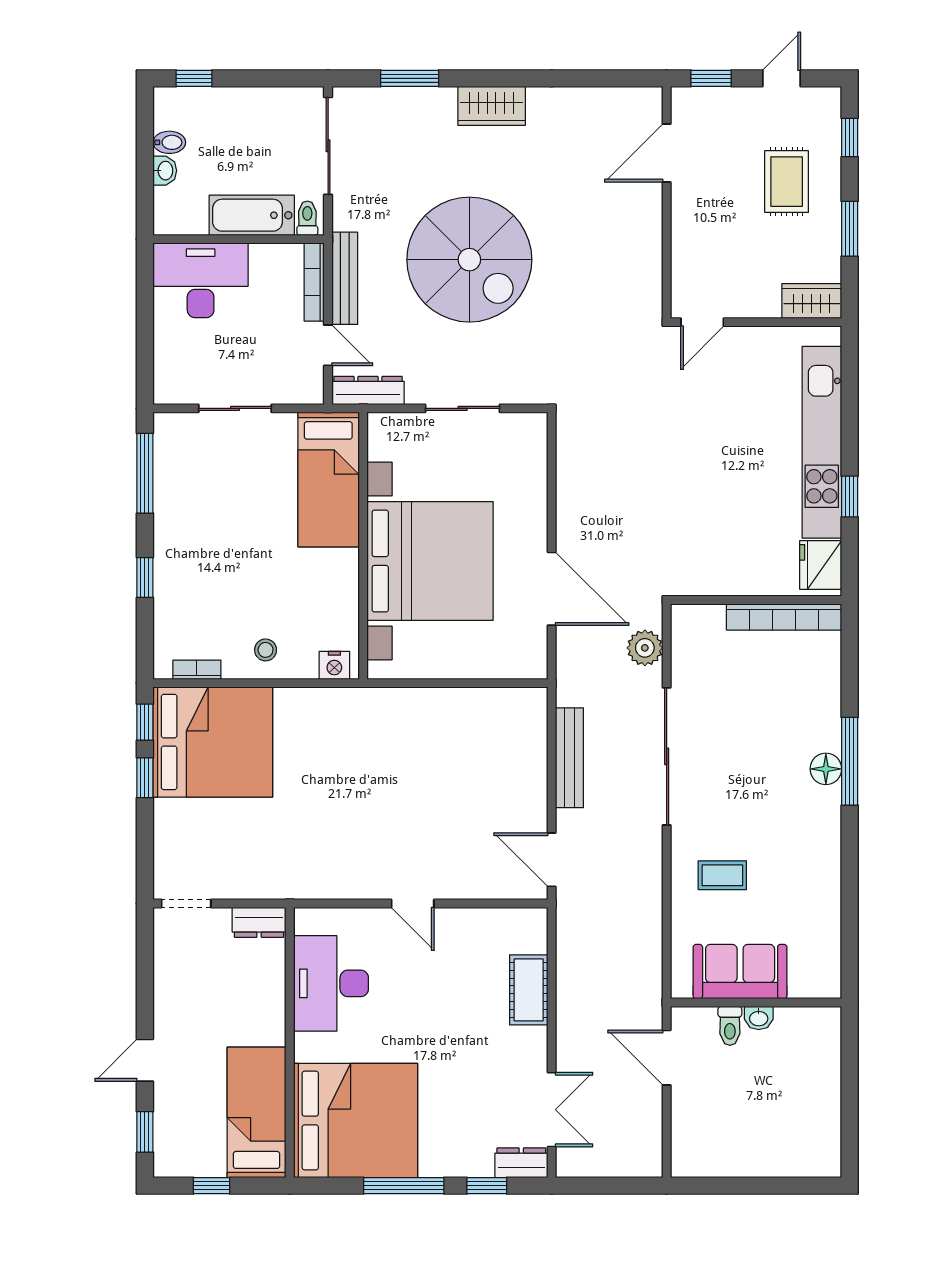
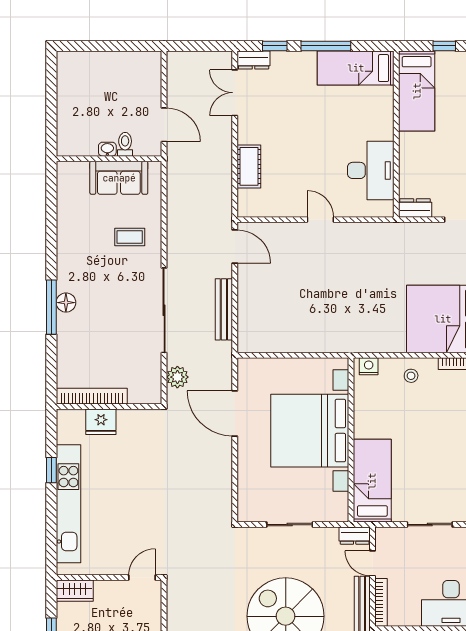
dresser: (368, 390) -> (355, 536), width x0.70
fridge: (821, 565) -> (101, 422), moved, turned 90
bed: (356, 1121) -> (356, 68), width x0.49

